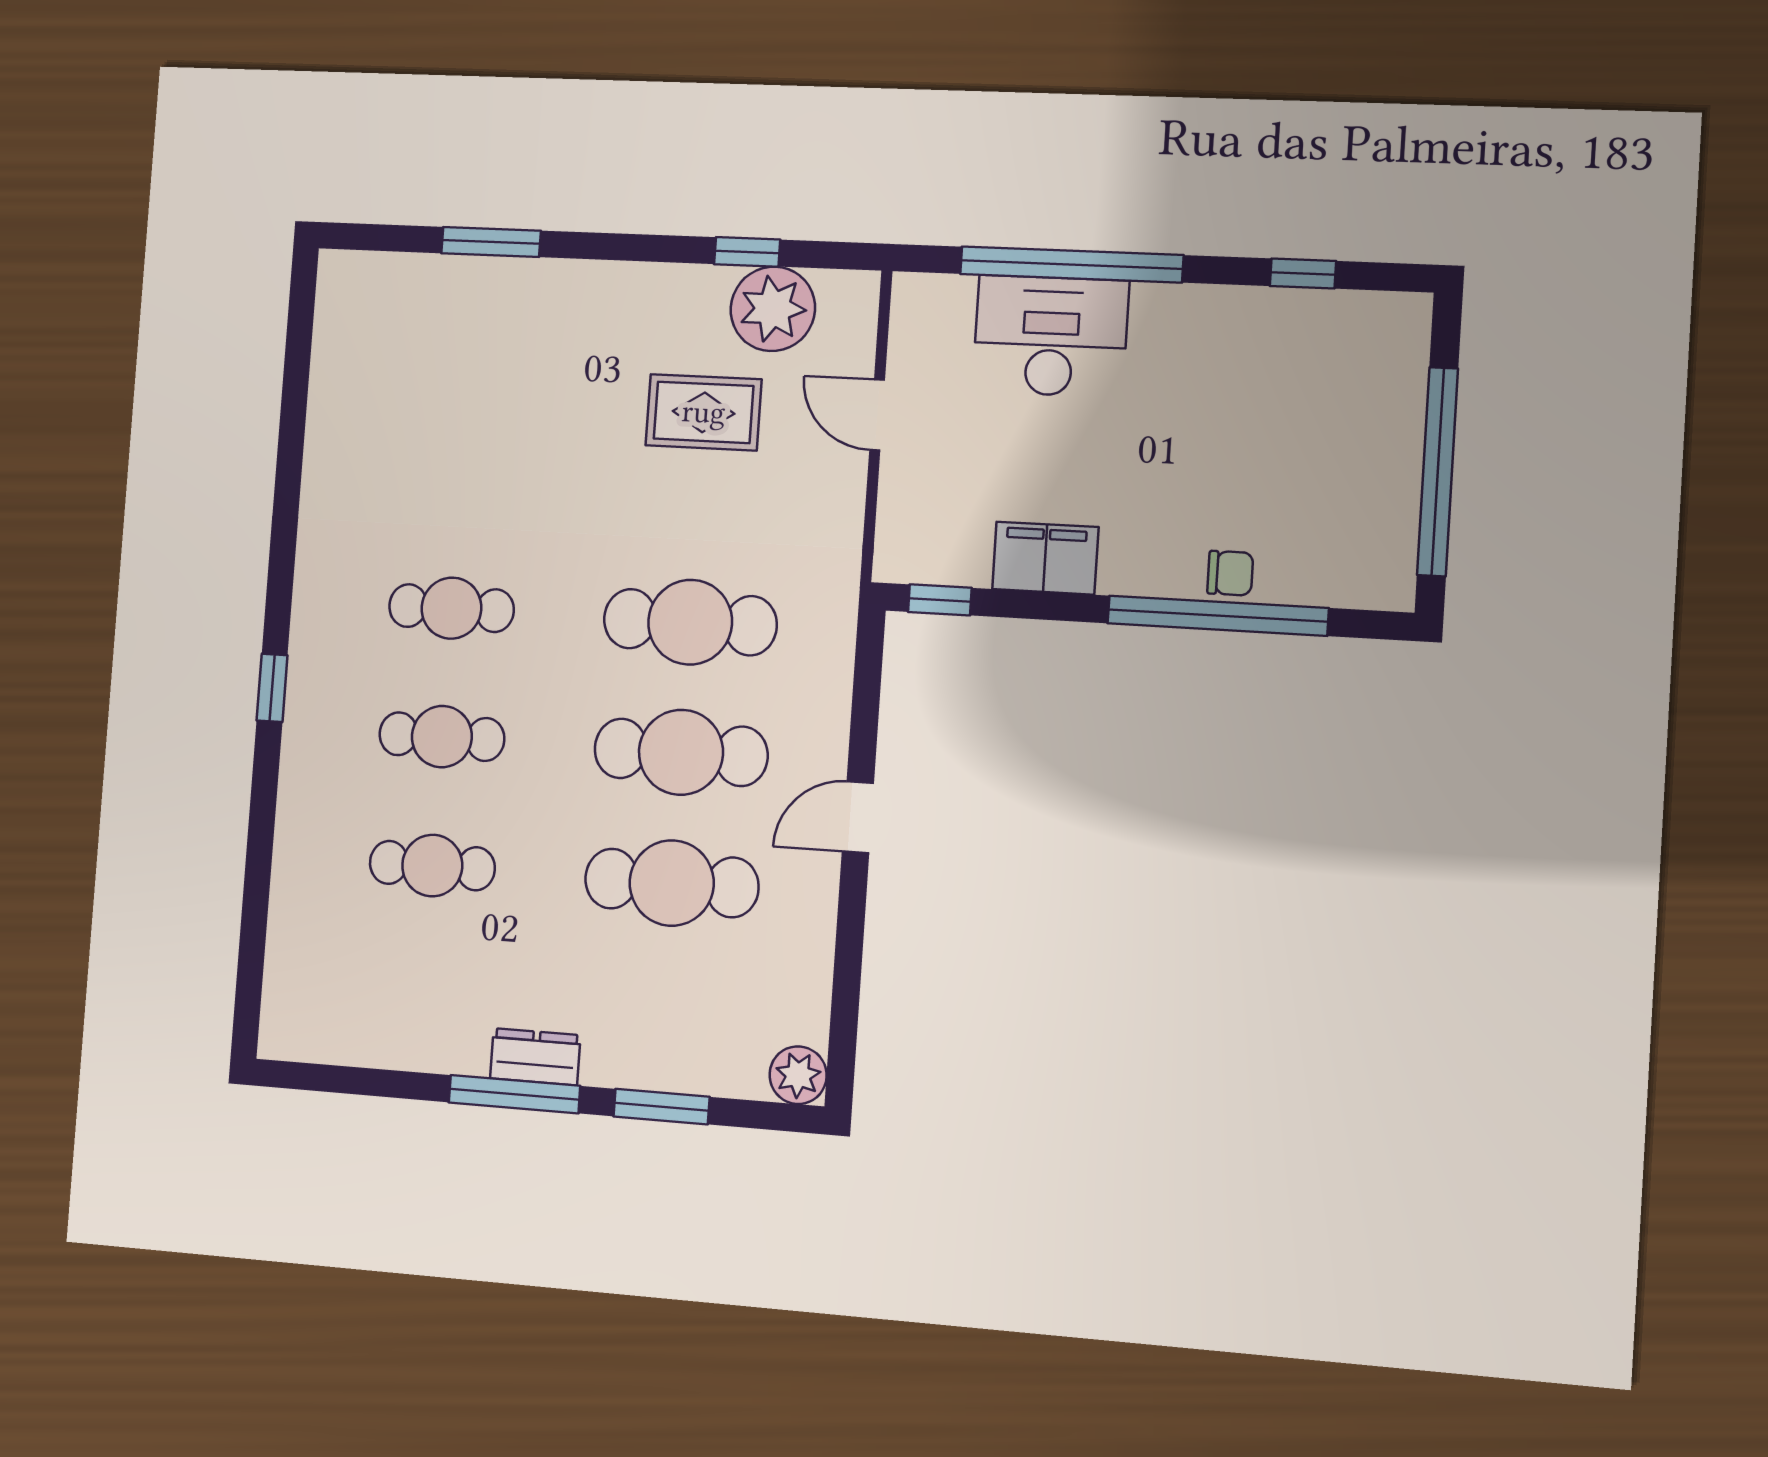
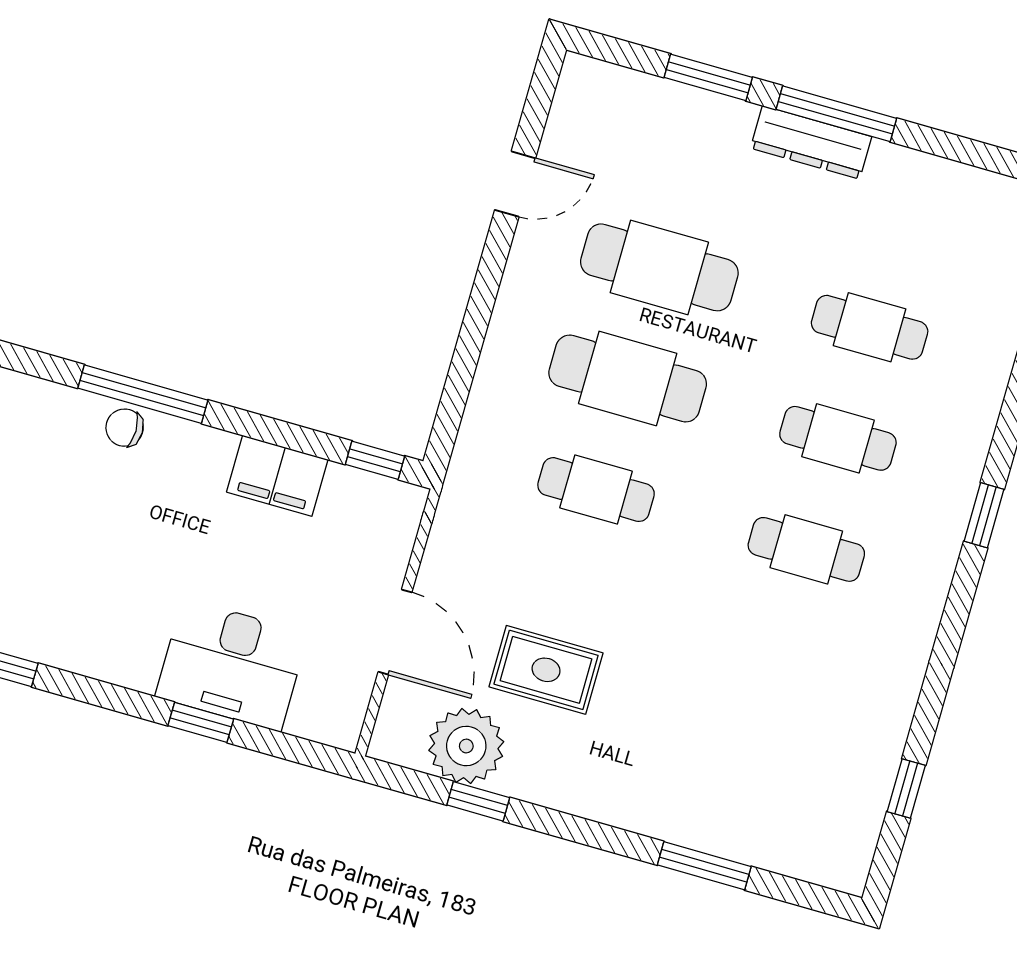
window: (1071, 265) -> (201, 722), width x0.32
window: (296, 376) -> (906, 788), added
door: (877, 415) -> (395, 632), width x1.38
window: (1218, 616) -> (143, 394), width x0.68
cafe table: (690, 622) -> (596, 490), width x0.73, depth x0.74
door: (858, 817) -> (515, 184), moved
dresser: (535, 1057) -> (811, 142), width x1.44
plant: (798, 1075) -> (583, 80), removed

